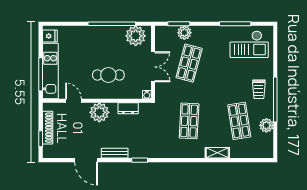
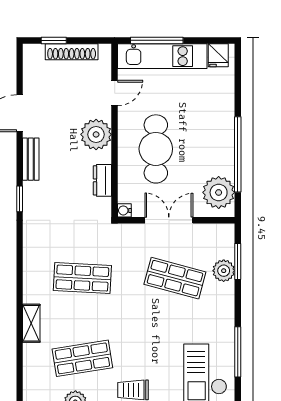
double door: (153, 67) -> (169, 220), swing flipped
cafe table: (108, 75) -> (156, 149), width x1.37, depth x1.35

